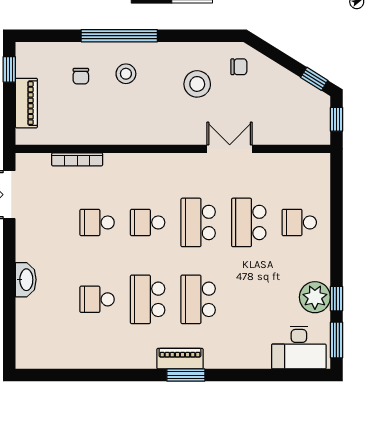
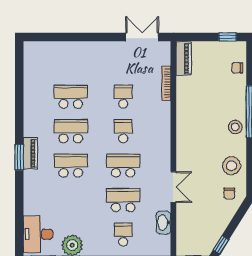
stool: (126, 74) -> (235, 127), moved
chair: (81, 76) -> (237, 68), moved
stool: (197, 84) -> (231, 166), moved
piano: (26, 103) -> (184, 59), moved, turned -90
washbasin: (26, 280) -> (163, 223), moved, turned 90
school desk: (97, 299) -> (71, 97), width x1.85

